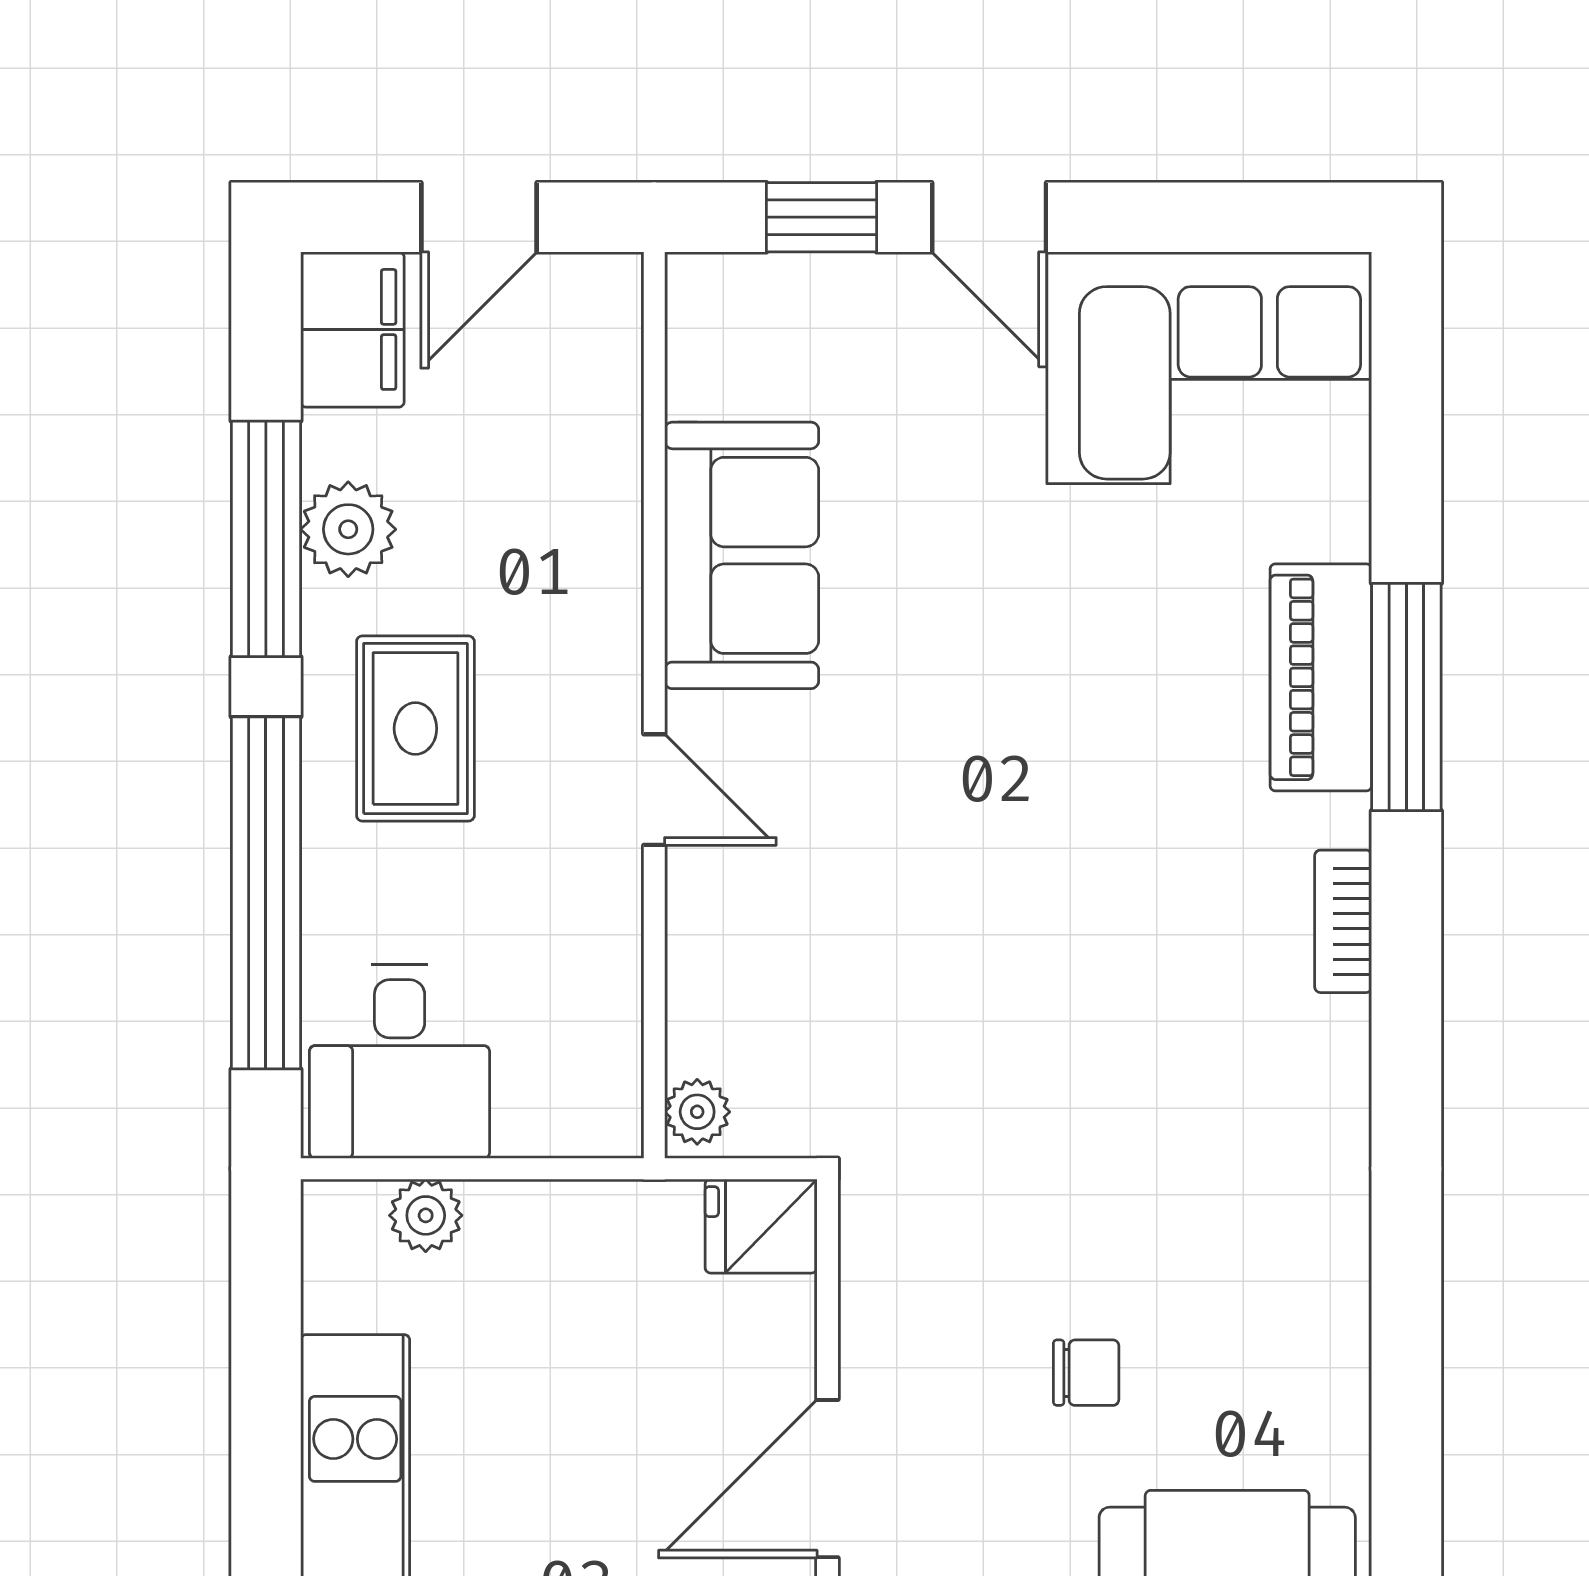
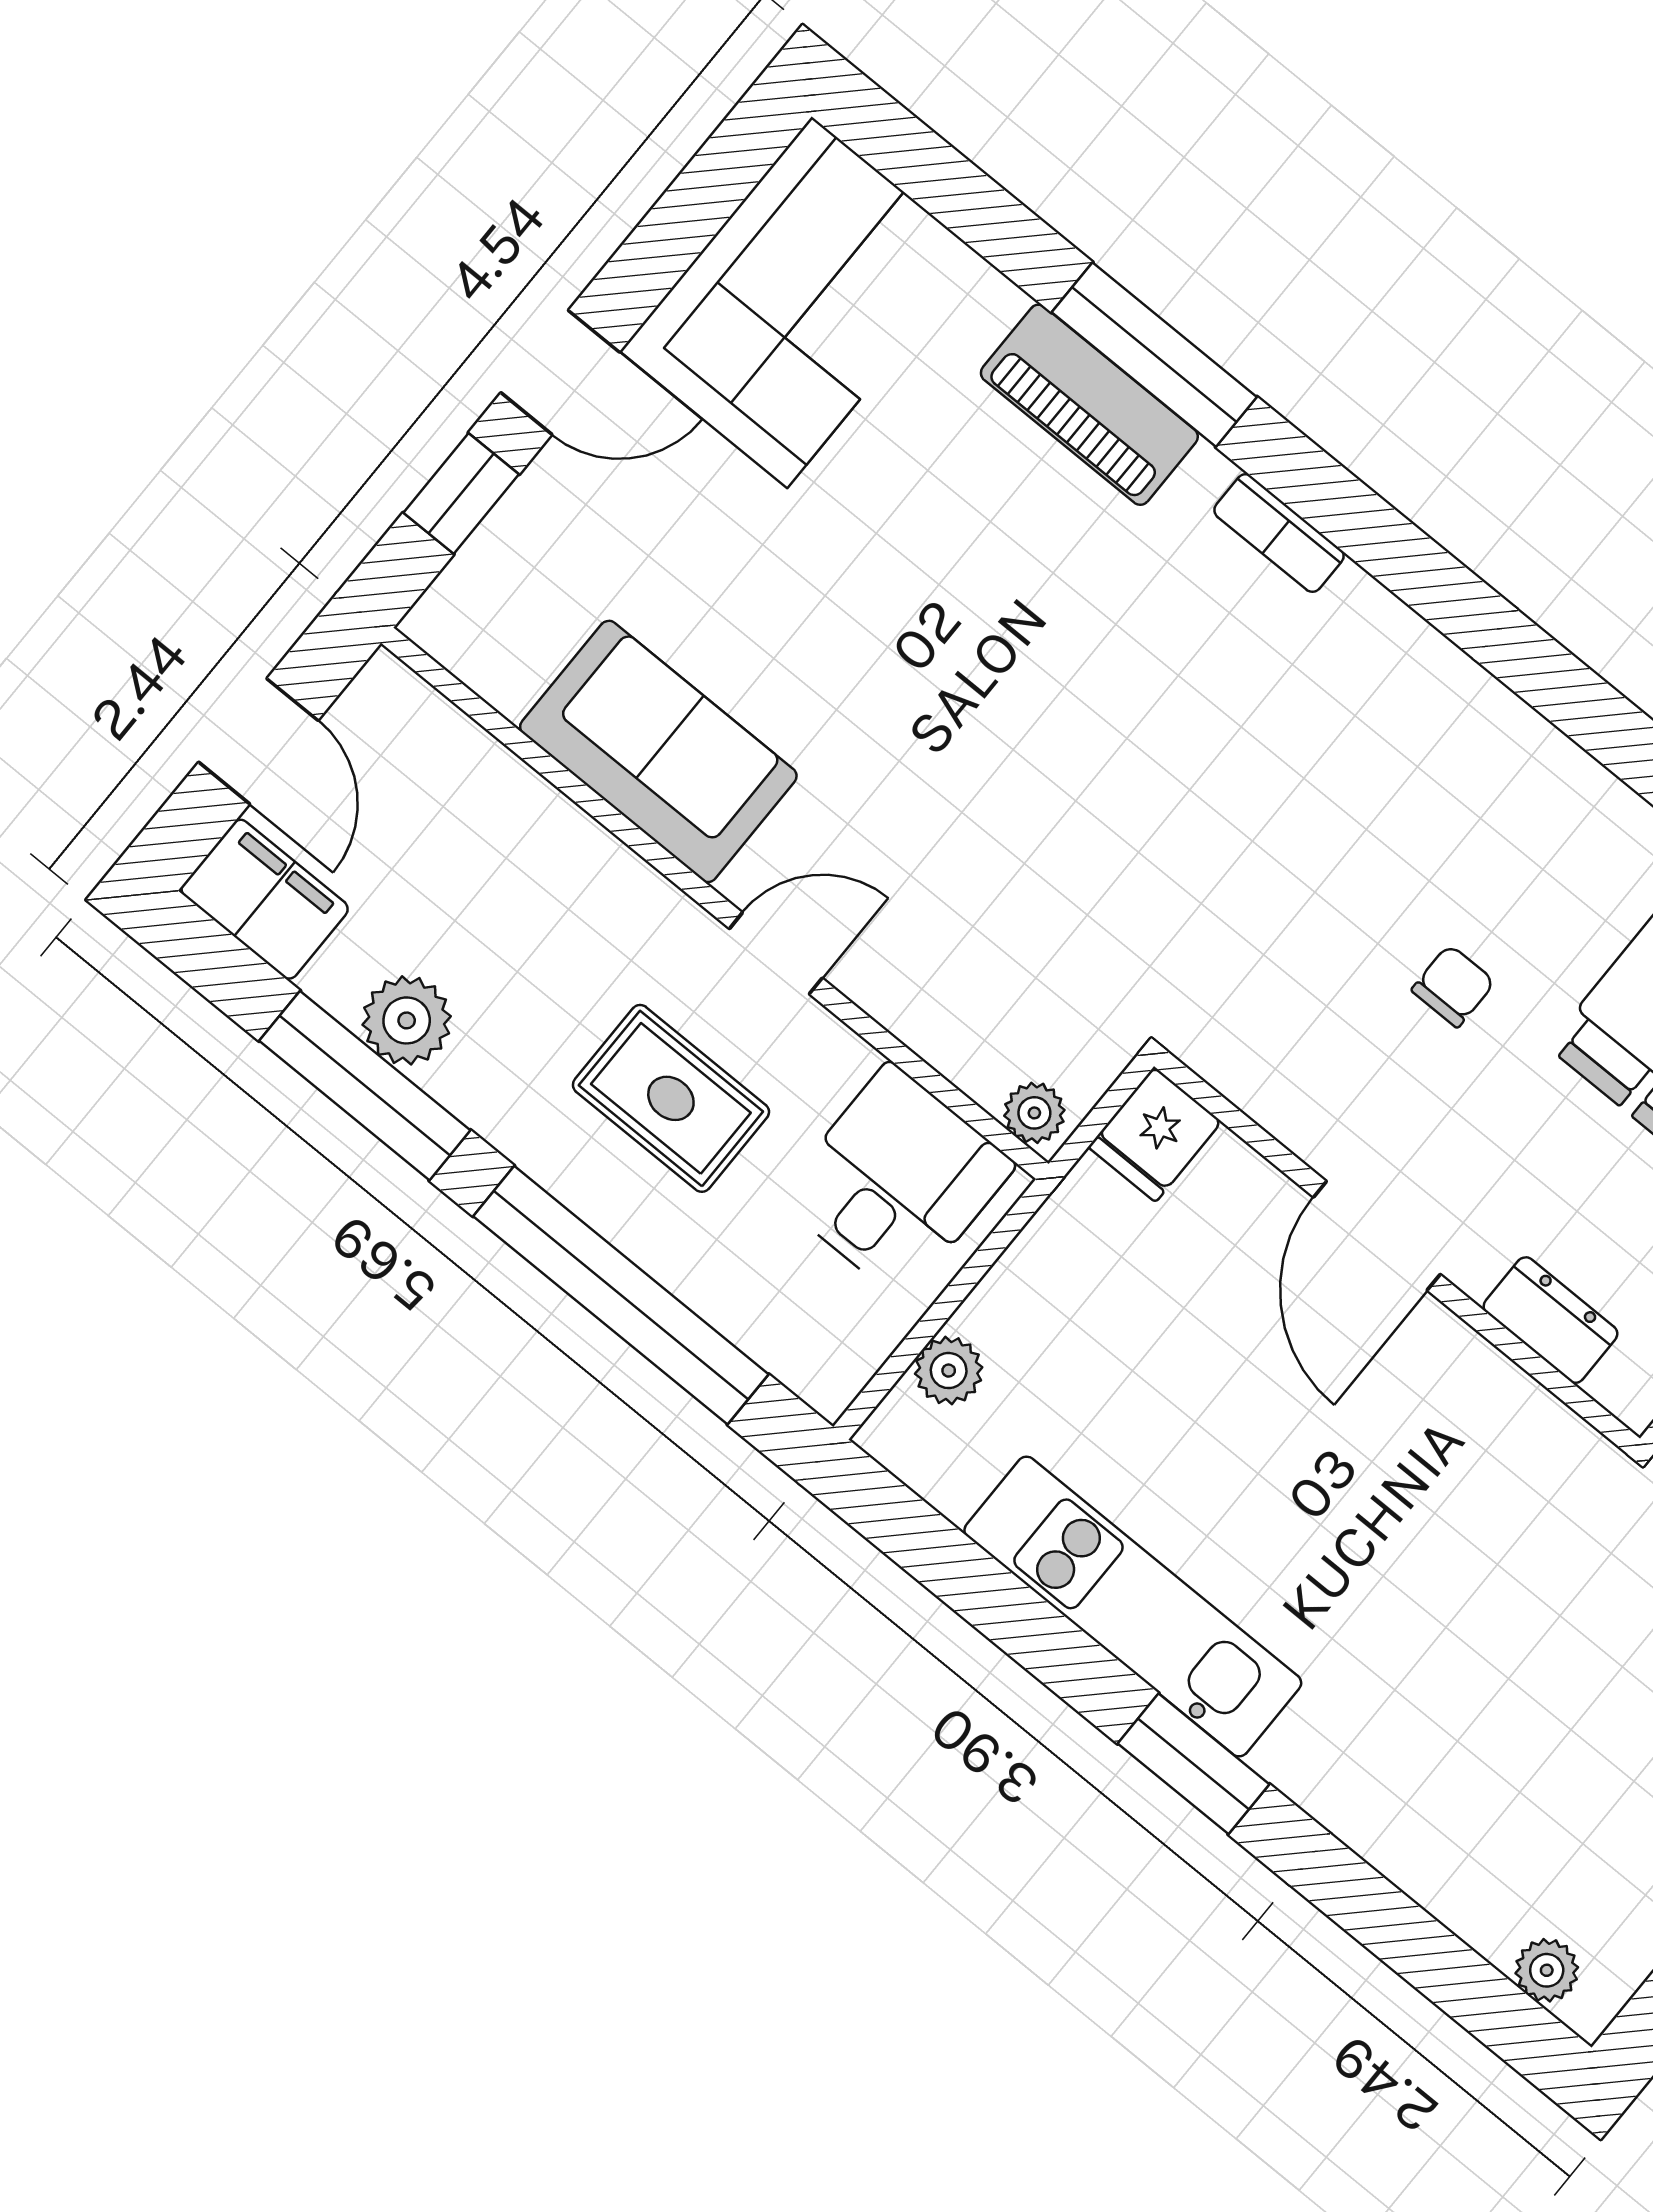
rug: (415, 729) -> (671, 1098), moved
desk: (400, 1061) -> (896, 1182), moved, turned -90

